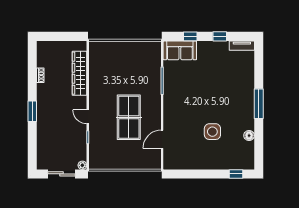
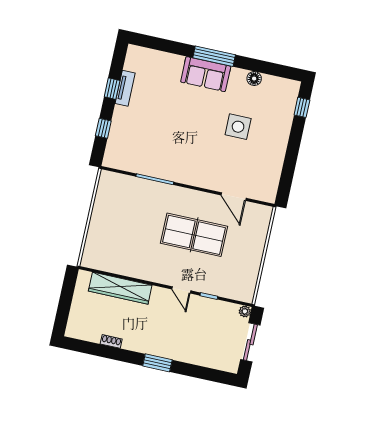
tv unit: (242, 46) -> (125, 88), moved
sofa: (180, 50) -> (206, 74), moved, turned 90
door: (88, 117) -> (181, 290), hinge flipped

